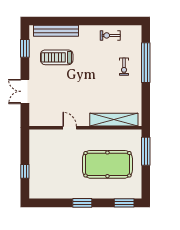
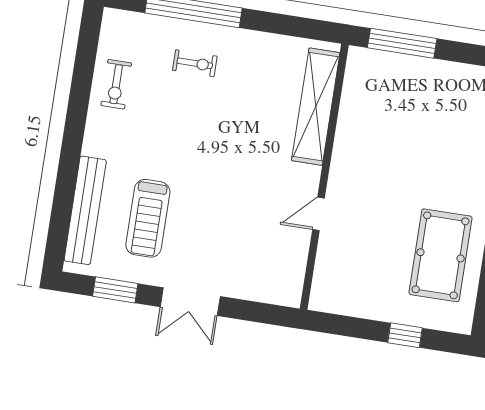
double door: (25, 91) -> (190, 302), moved
pool table: (107, 164) -> (440, 255), moved, width x0.73, depth x0.76

